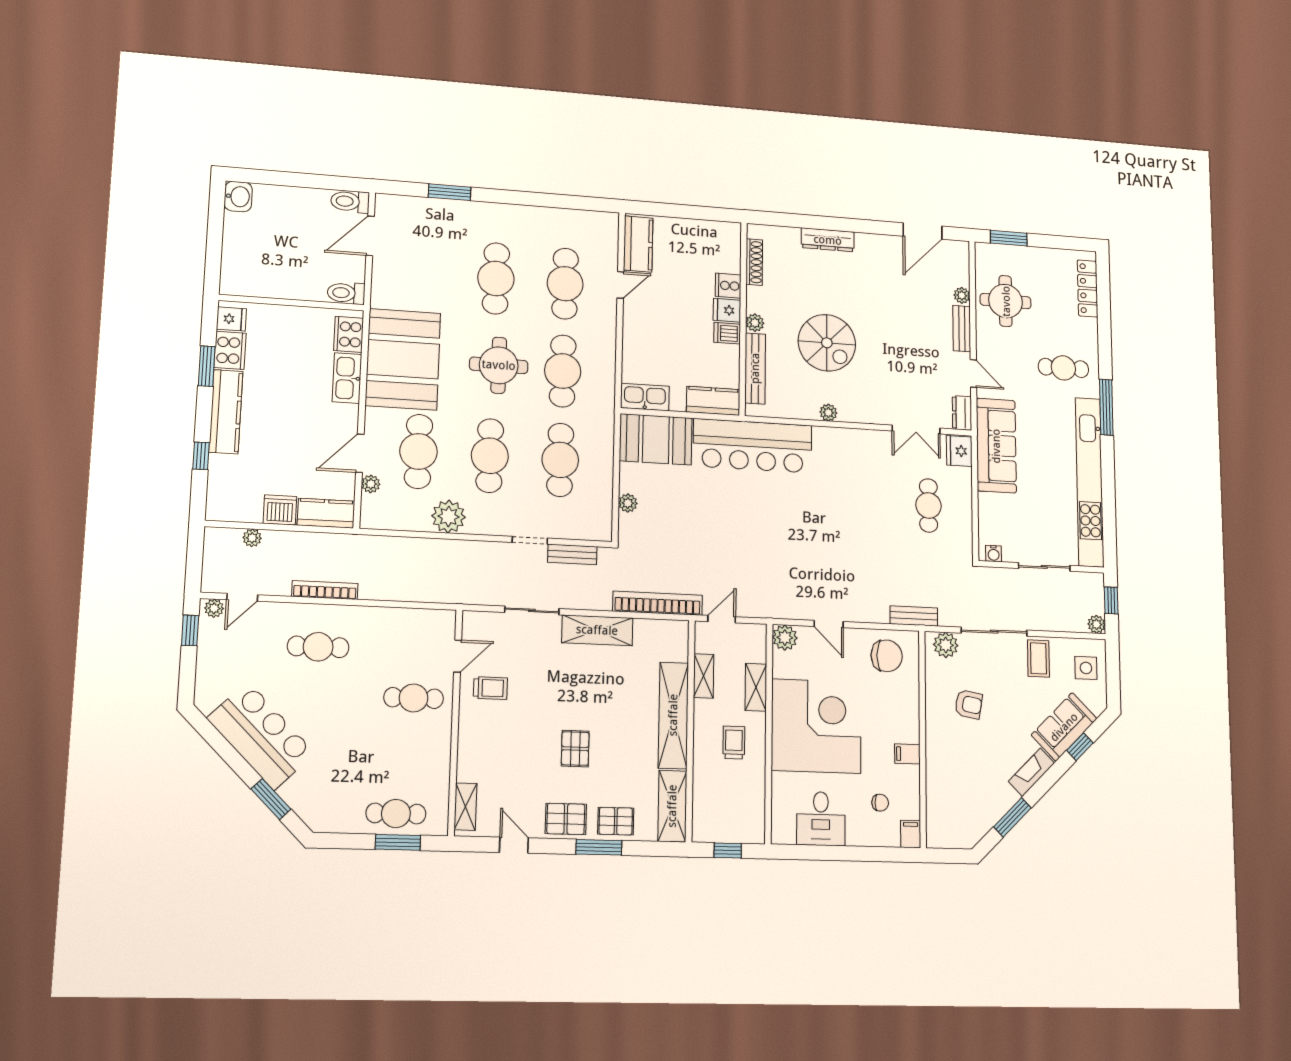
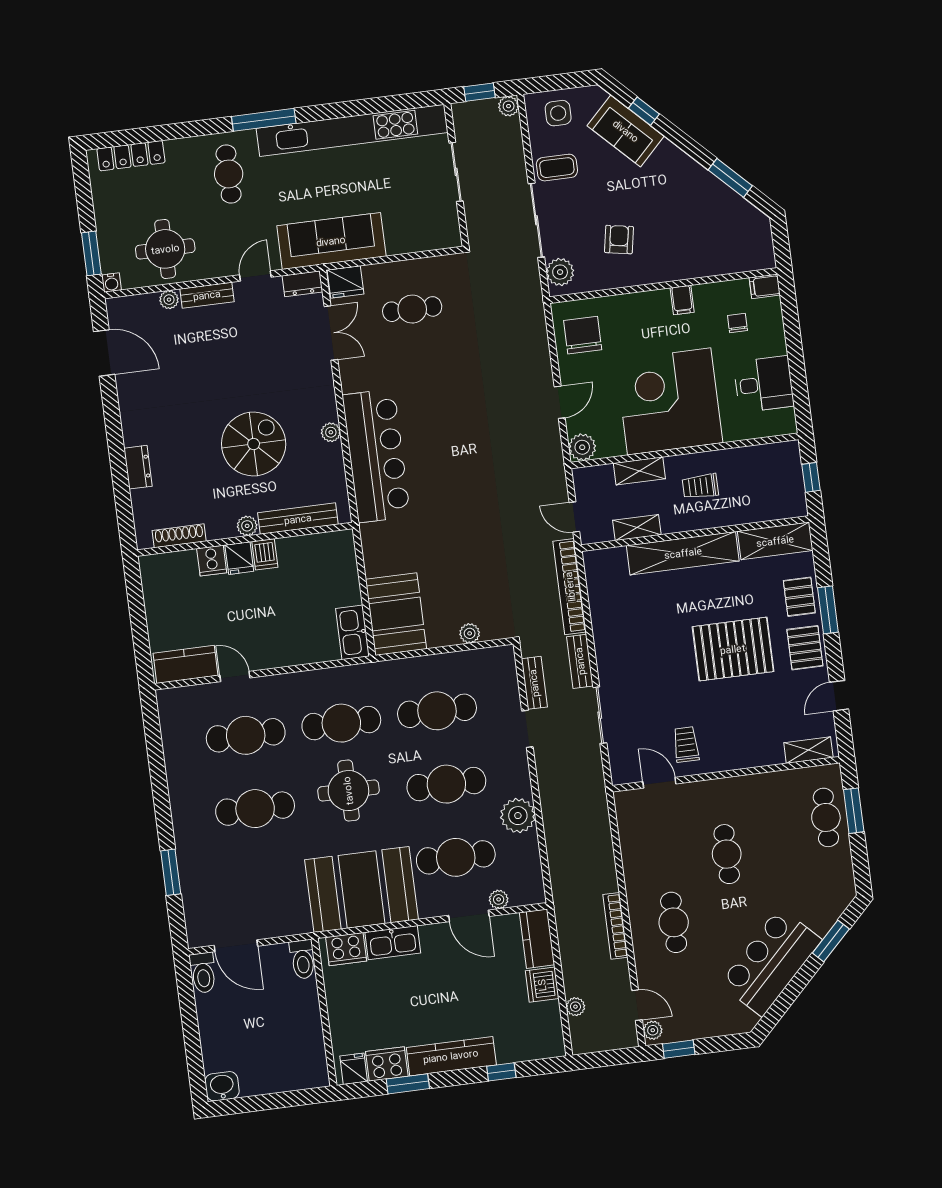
dresser: (828, 240) -> (138, 467), width x0.70
kitchen counter: (713, 401) -> (342, 559), removed
bar counter: (753, 446) -> (376, 456), moved
water cooler: (994, 554) -> (111, 283), moved, turned 90
bench: (914, 616) -> (580, 661), moved
shelving: (597, 630) -> (609, 645), removed
cafe table: (414, 698) -> (727, 854), moved
pallet: (575, 749) -> (733, 649), width x2.05, depth x2.00
fireplace: (1031, 772) -> (680, 162), removed

